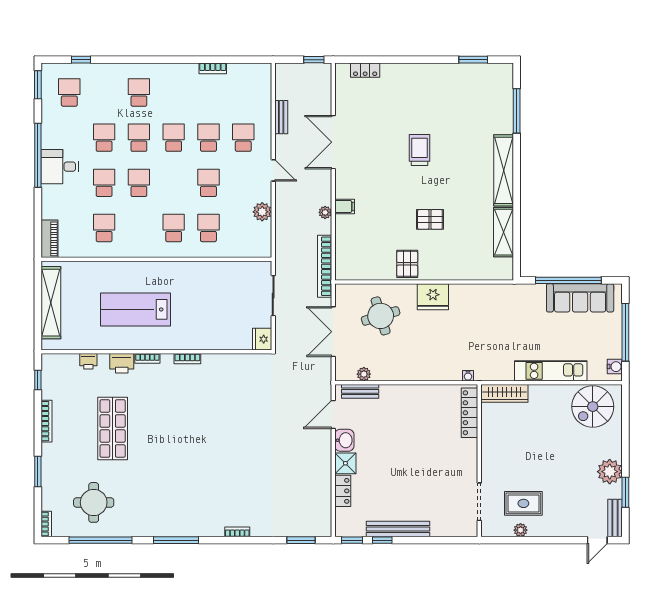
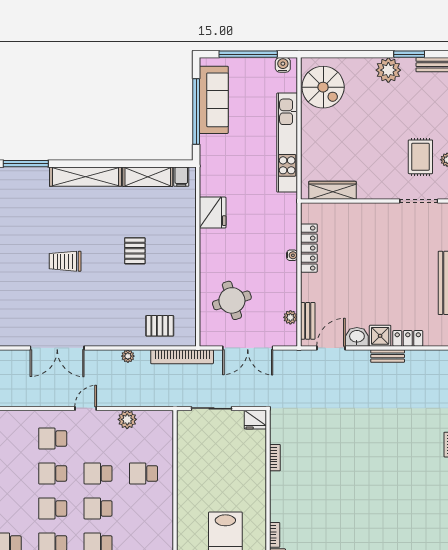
bench: (281, 117) -> (388, 356), moved
filing cabinet: (345, 206) -> (181, 177), moved, turned 180
school desk: (174, 228) -> (98, 508), moved
pallet: (407, 264) -> (160, 326), moved
fridge: (433, 297) -> (213, 213), moved
bookcase: (187, 359) -> (275, 458), moved
kitchen unit: (551, 371) -> (287, 143), width x1.36
water cooler: (468, 376) -> (292, 255), moved
wardrobe: (504, 393) -> (332, 190), moved, turned -90
locker: (469, 413) -> (309, 248), moved, turned -90
door: (333, 414) -> (331, 348), swing flipped

